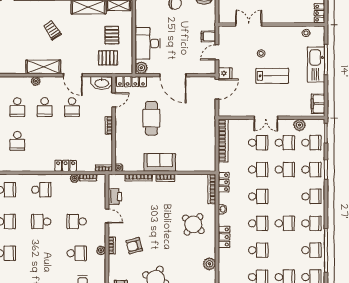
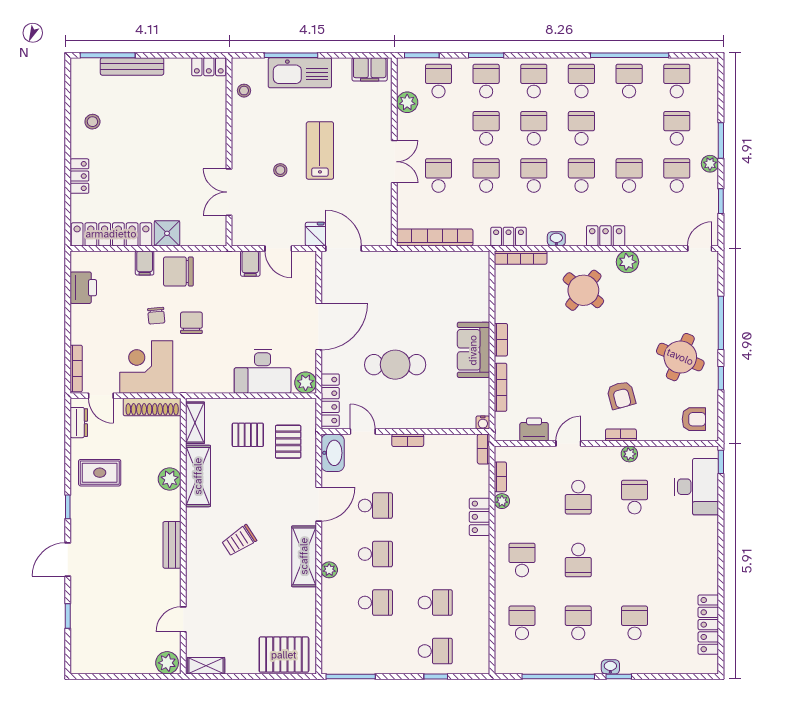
school desk: (285, 143) -> (534, 128), moved
plant: (209, 264) -> (627, 262), moved

